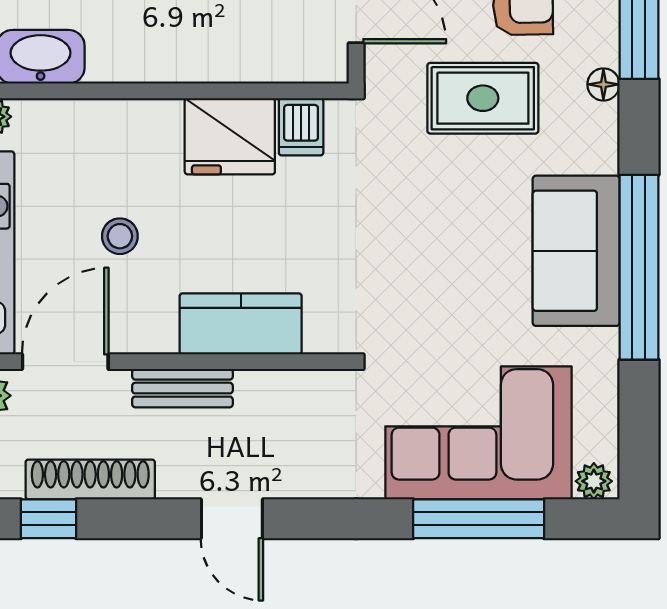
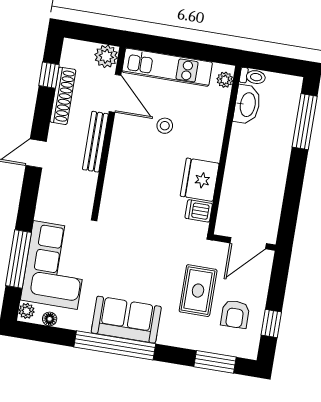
floor lamp: (603, 84) -> (50, 319), moved
kitchen counter: (241, 324) -> (119, 171), removed
bench: (182, 388) -> (95, 142), width x1.36

